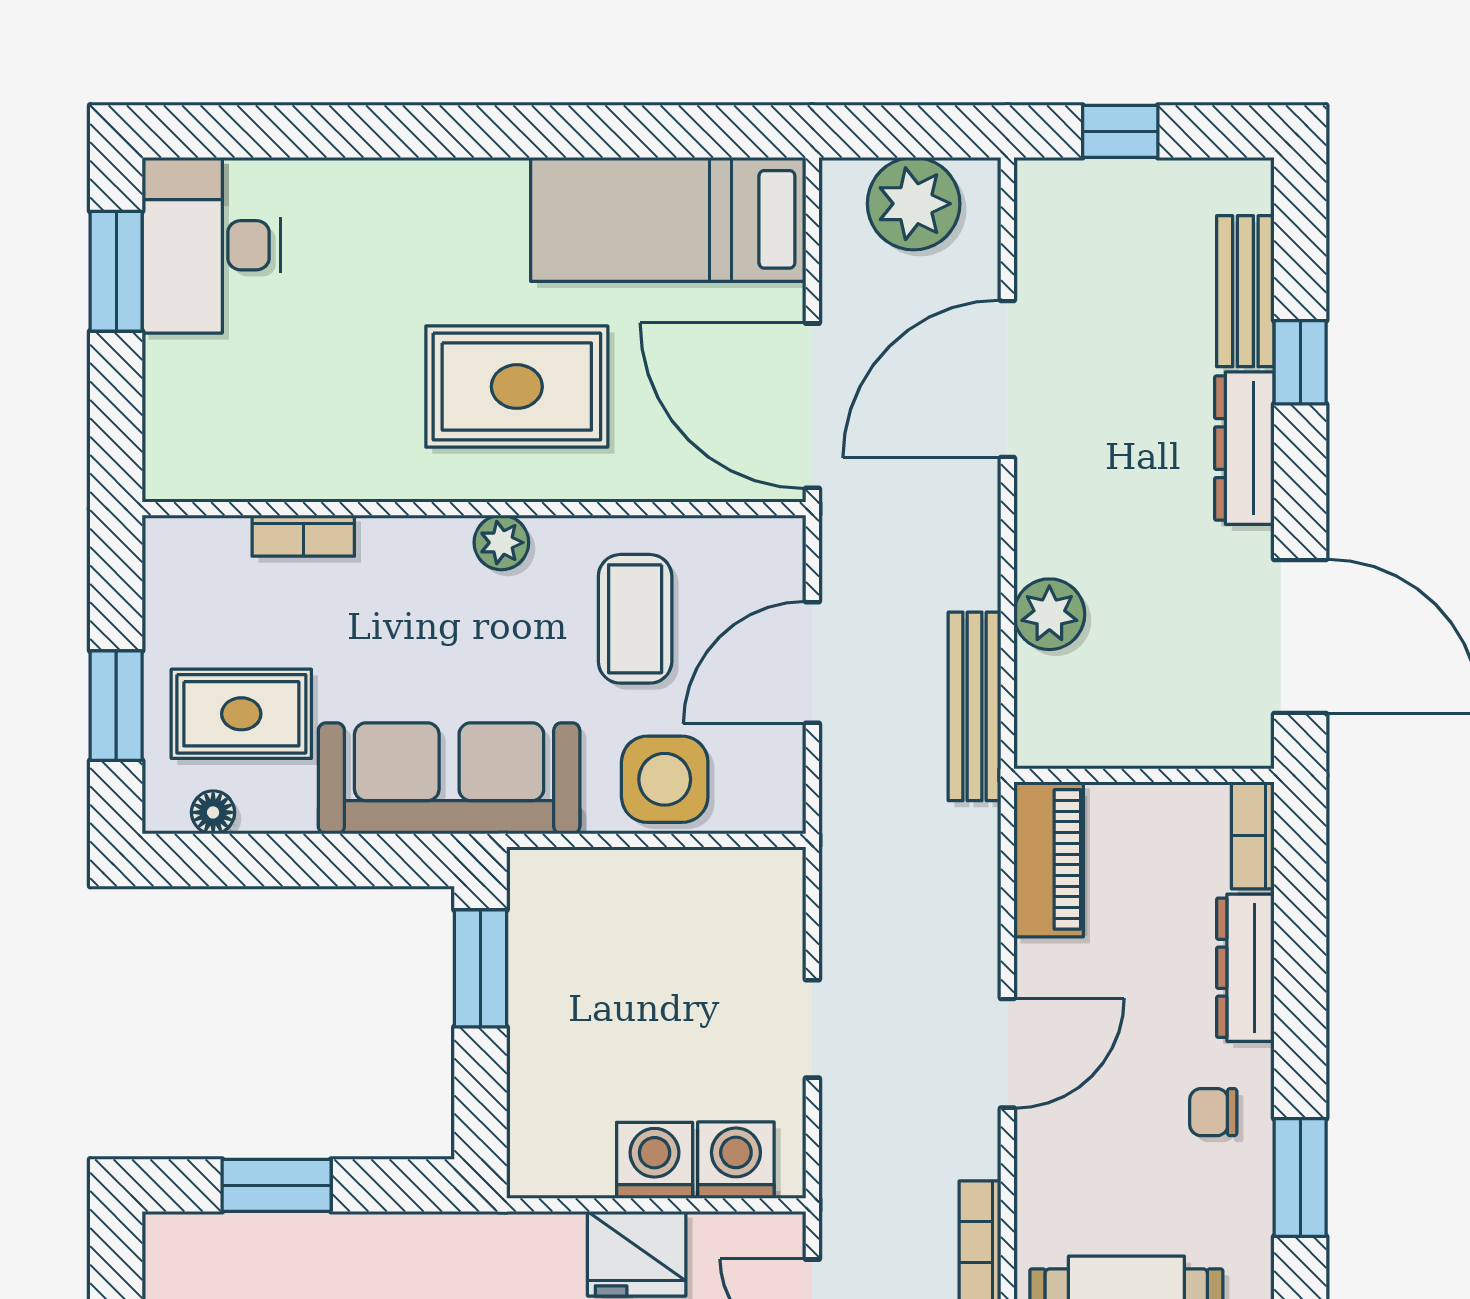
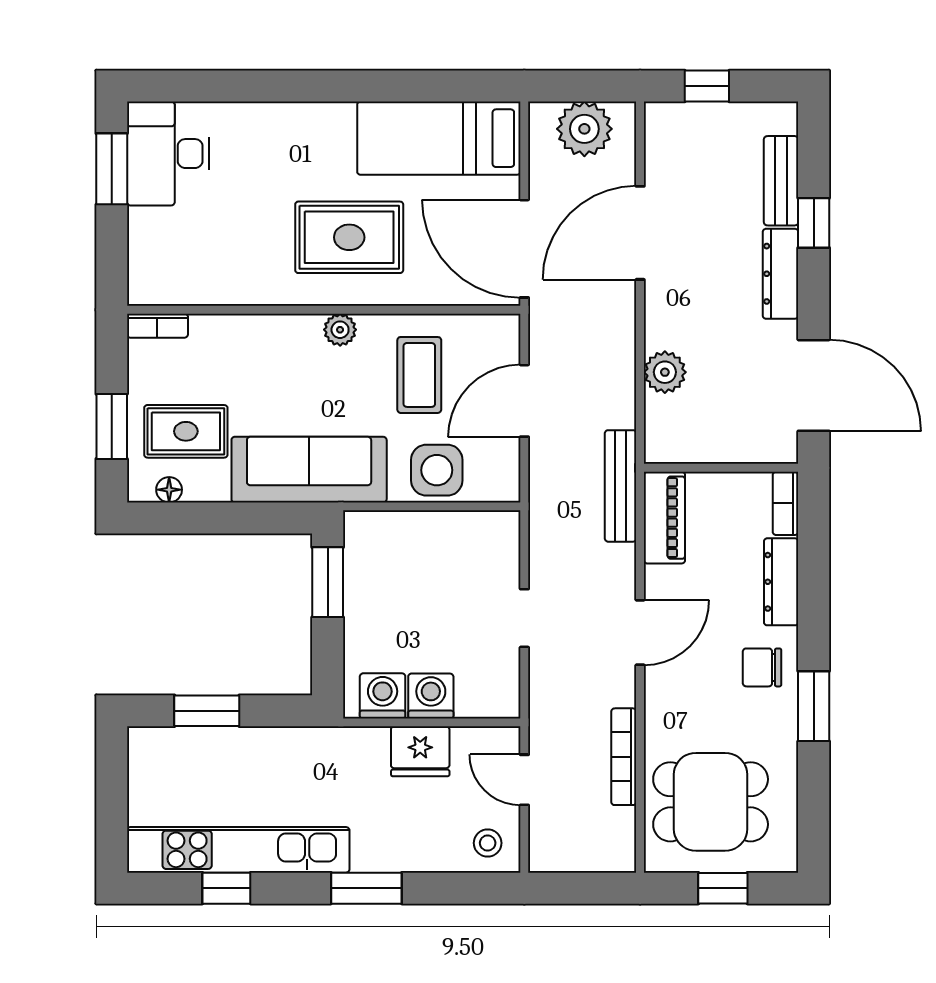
bookcase: (303, 536) -> (157, 326), moved
bench: (975, 706) -> (621, 486), moved
chair: (1213, 1112) -> (762, 667), width x1.37, depth x1.37
washing machine: (736, 1160) -> (383, 696), moved

